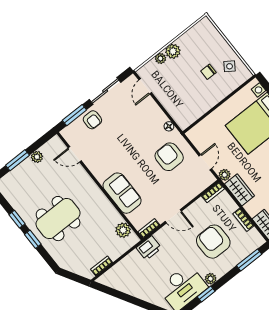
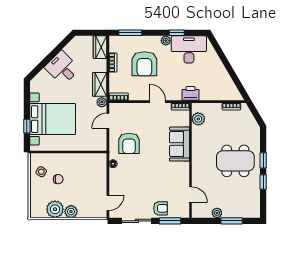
plant: (160, 58) -> (55, 209), moved, width x1.88, depth x1.88
armchair: (92, 120) -> (161, 208), turned 90

